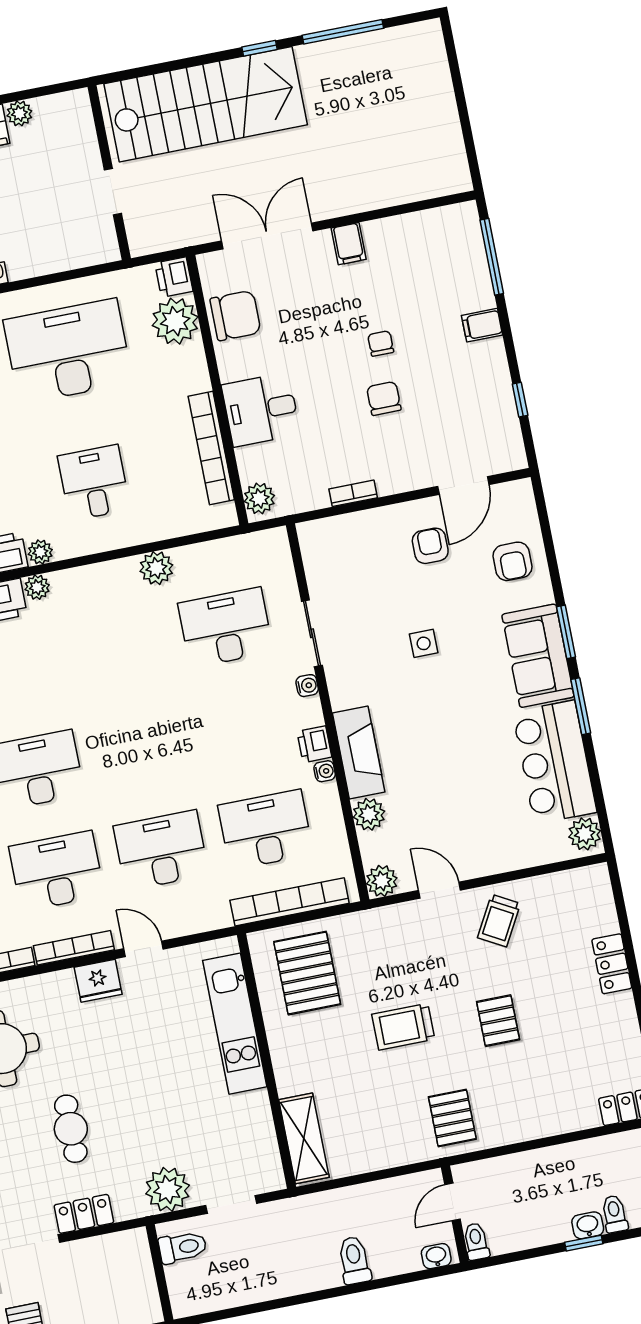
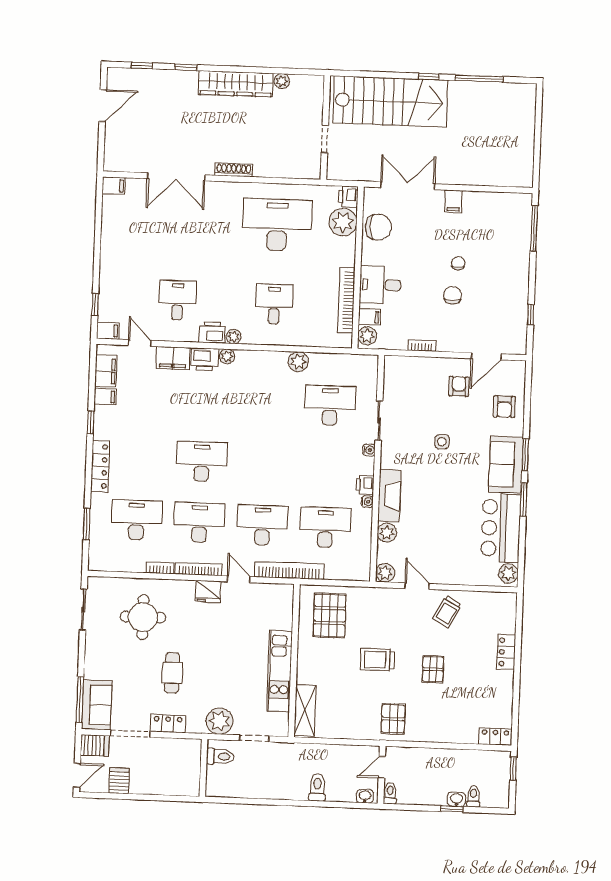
filing cabinet: (482, 325) -> (369, 317), moved, turned 180
bookcase: (290, 902) -> (289, 571), moved
kitchen unit: (235, 1024) -> (280, 671), moved

